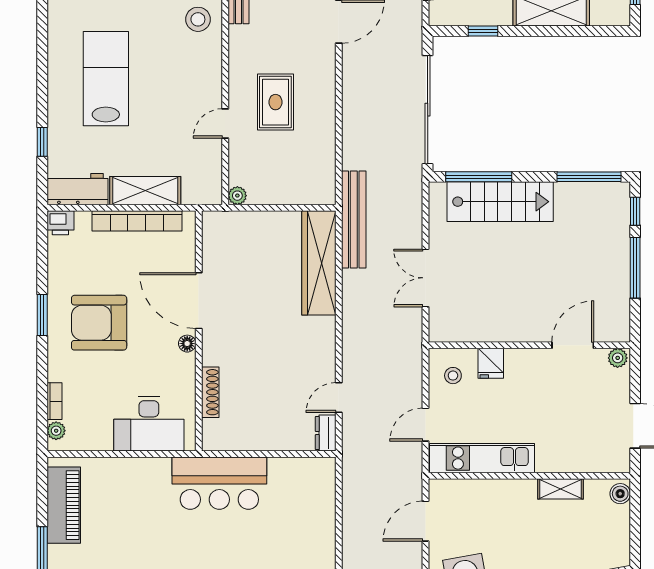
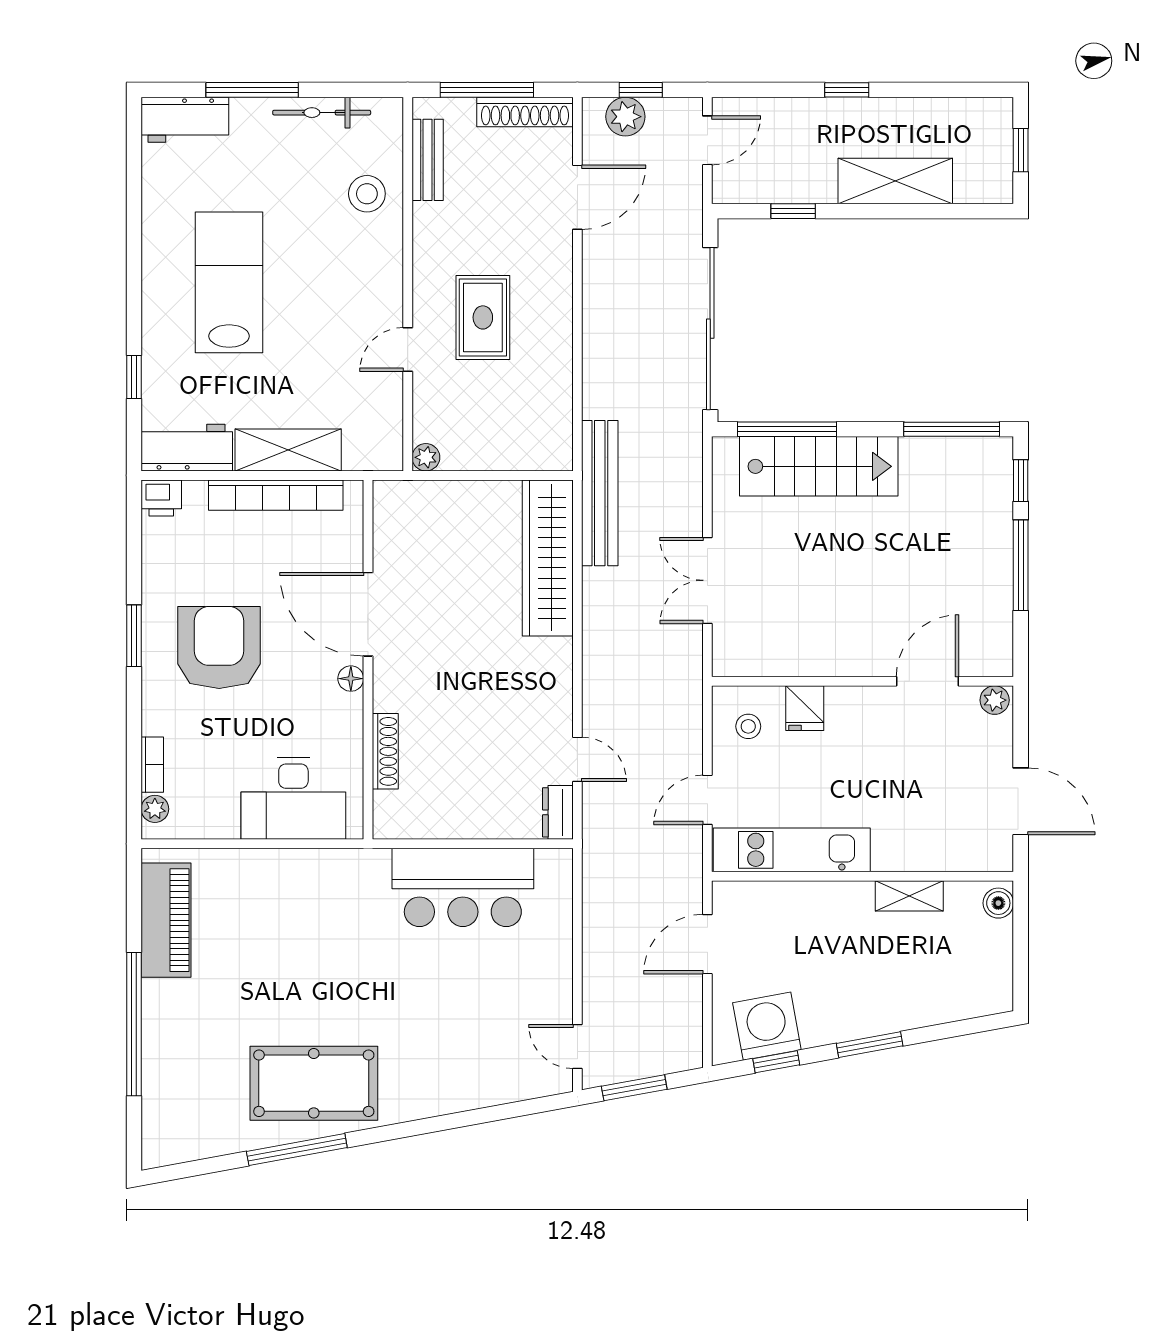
armchair: (99, 323) -> (219, 647), turned 90
door: (339, 398) -> (577, 759), swing flipped
bar counter: (219, 483) -> (463, 887), moved

